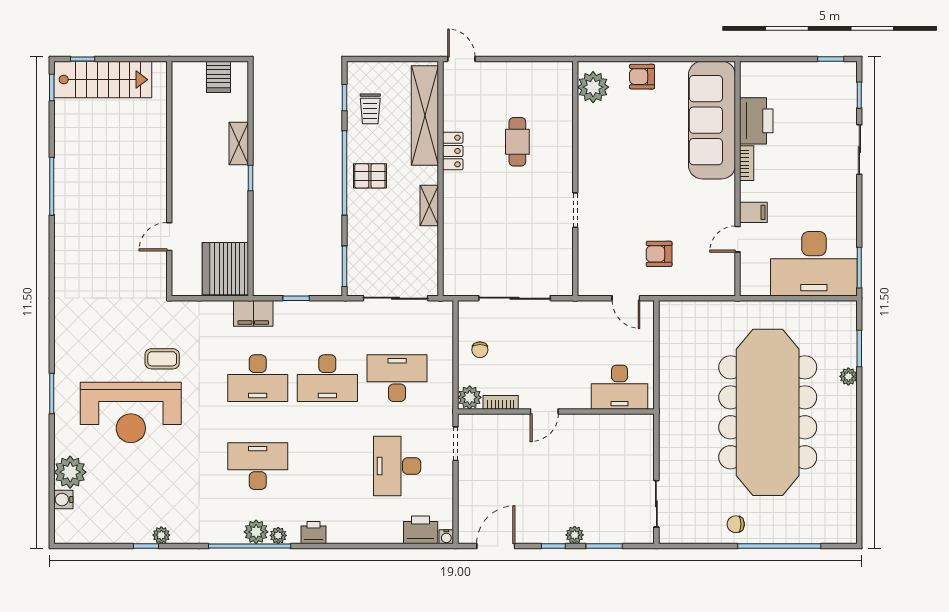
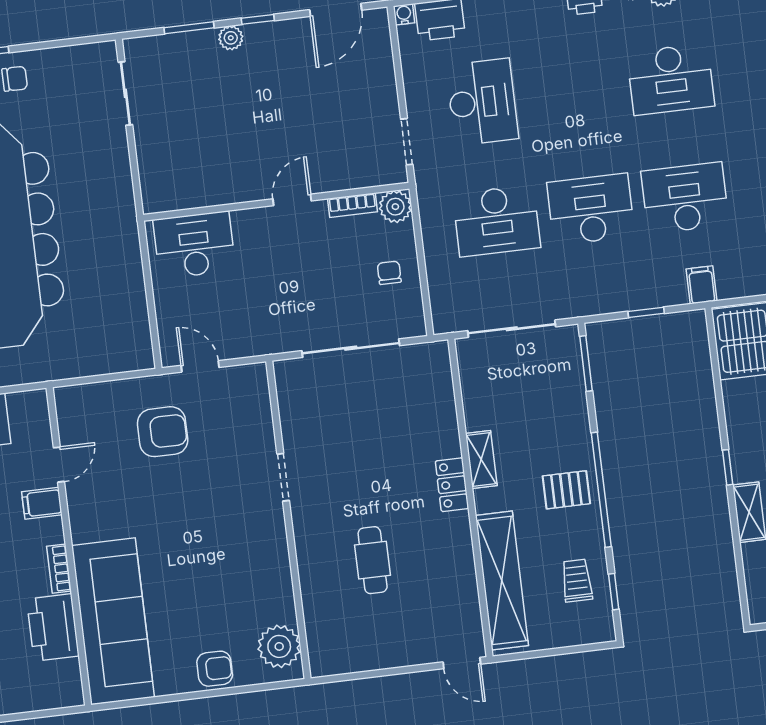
locker: (453, 151) -> (452, 485), moved
armchair: (659, 254) -> (163, 432), width x1.38, depth x1.38
filing cabinet: (253, 313) -> (702, 285), width x0.50

